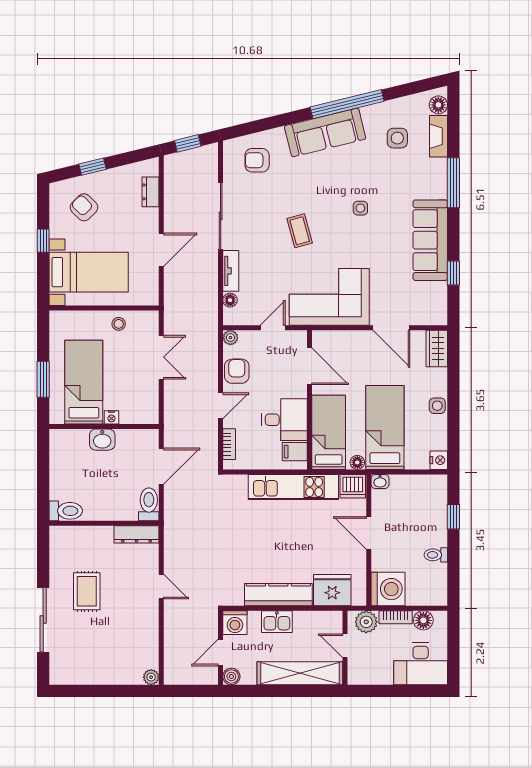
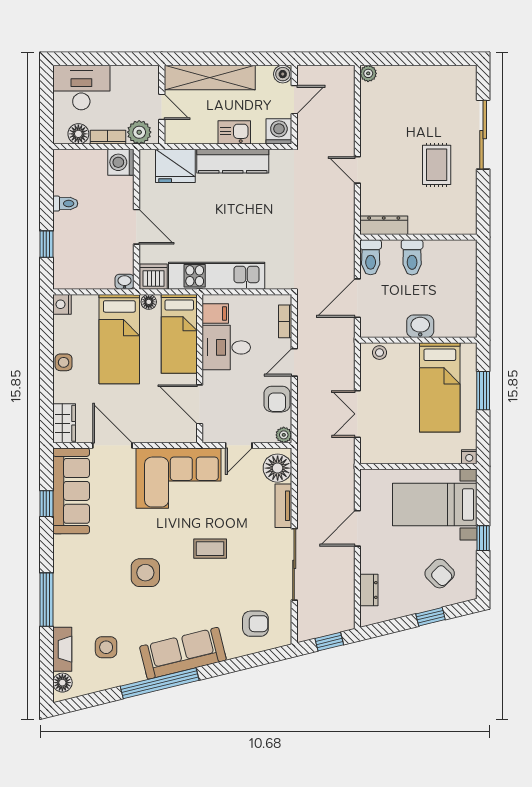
side table: (360, 208) -> (145, 573), width x1.87, depth x1.87
coffee table: (300, 231) -> (210, 549), turned -75
sofa: (430, 240) -> (71, 491), moved
floor lamp: (230, 300) -> (278, 468), width x1.89, depth x1.89
stool: (119, 324) -> (380, 353), moved
nightstand: (111, 417) -> (469, 457), moved, turned 180
toilet: (66, 511) -> (412, 257), moved, turned -90
washing machine: (388, 589) -> (121, 162), width x0.73, depth x0.73

